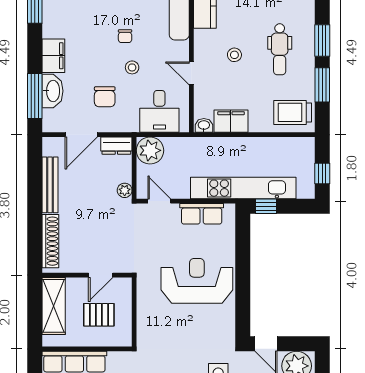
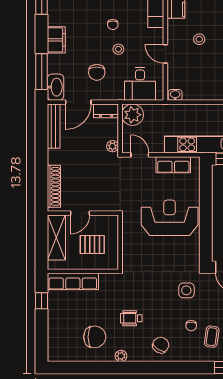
washbasin: (52, 91) -> (56, 87), moved
filing cabinet: (231, 121) -> (197, 92), removed
bench: (50, 185) -> (54, 126), moved
door: (101, 275) -> (80, 213), moved

